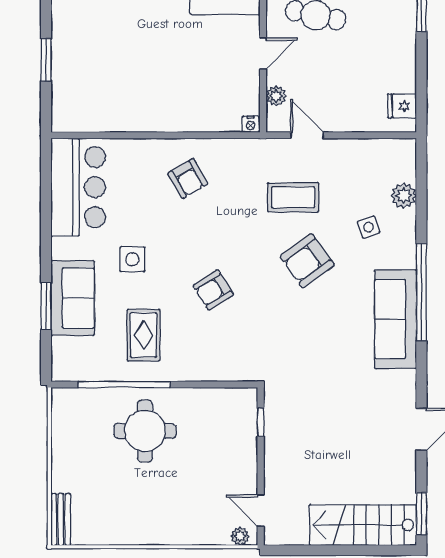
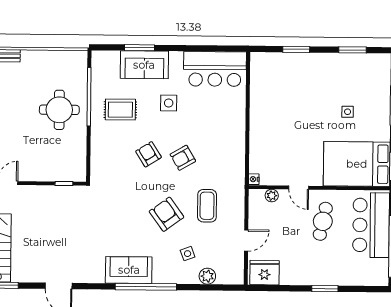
fridge: (402, 106) -> (264, 273), width x1.88, depth x1.34
door: (307, 135) -> (246, 240), moved
armchair: (188, 179) -> (183, 158), moved
sofa: (395, 319) -> (129, 270), width x0.73

